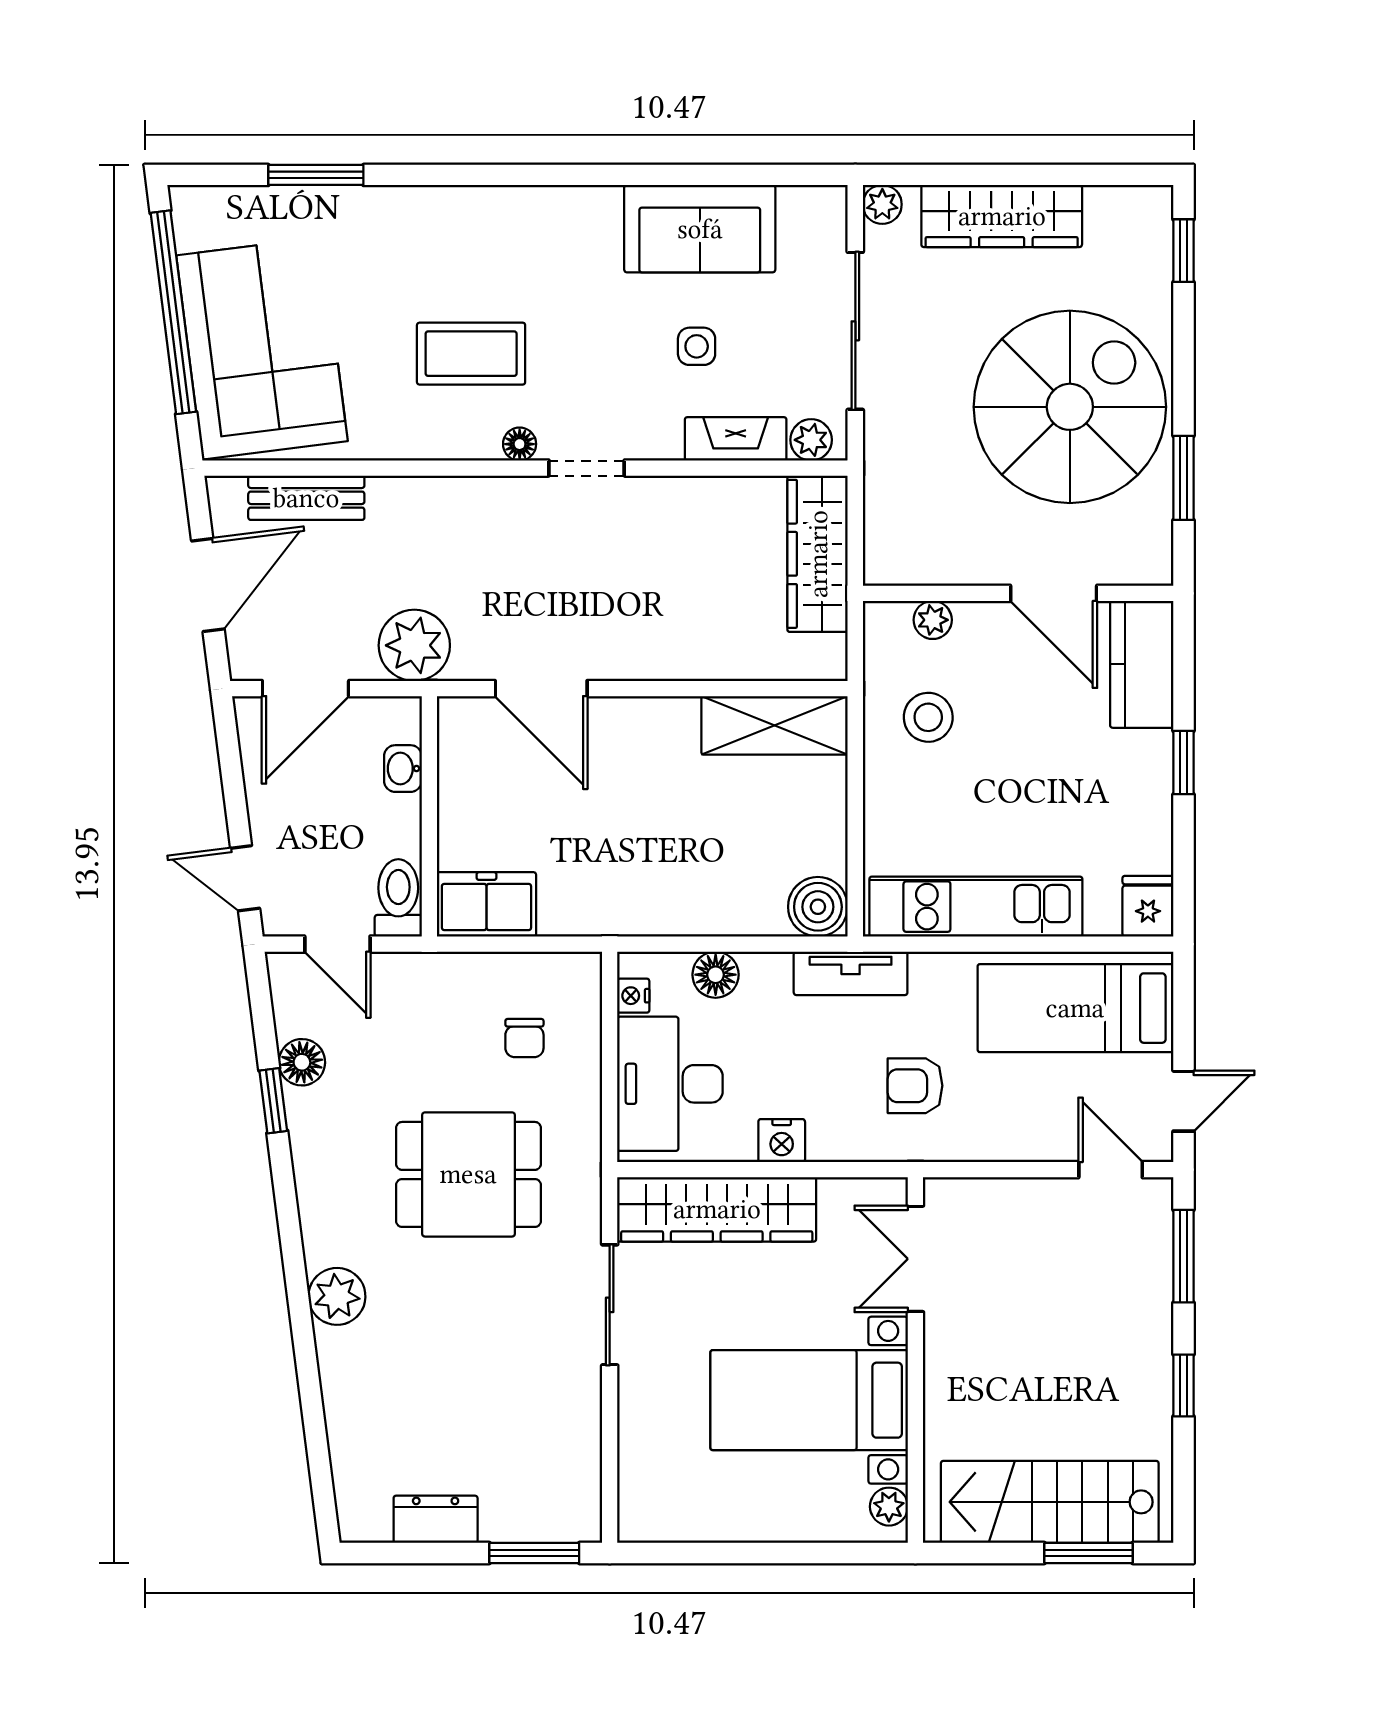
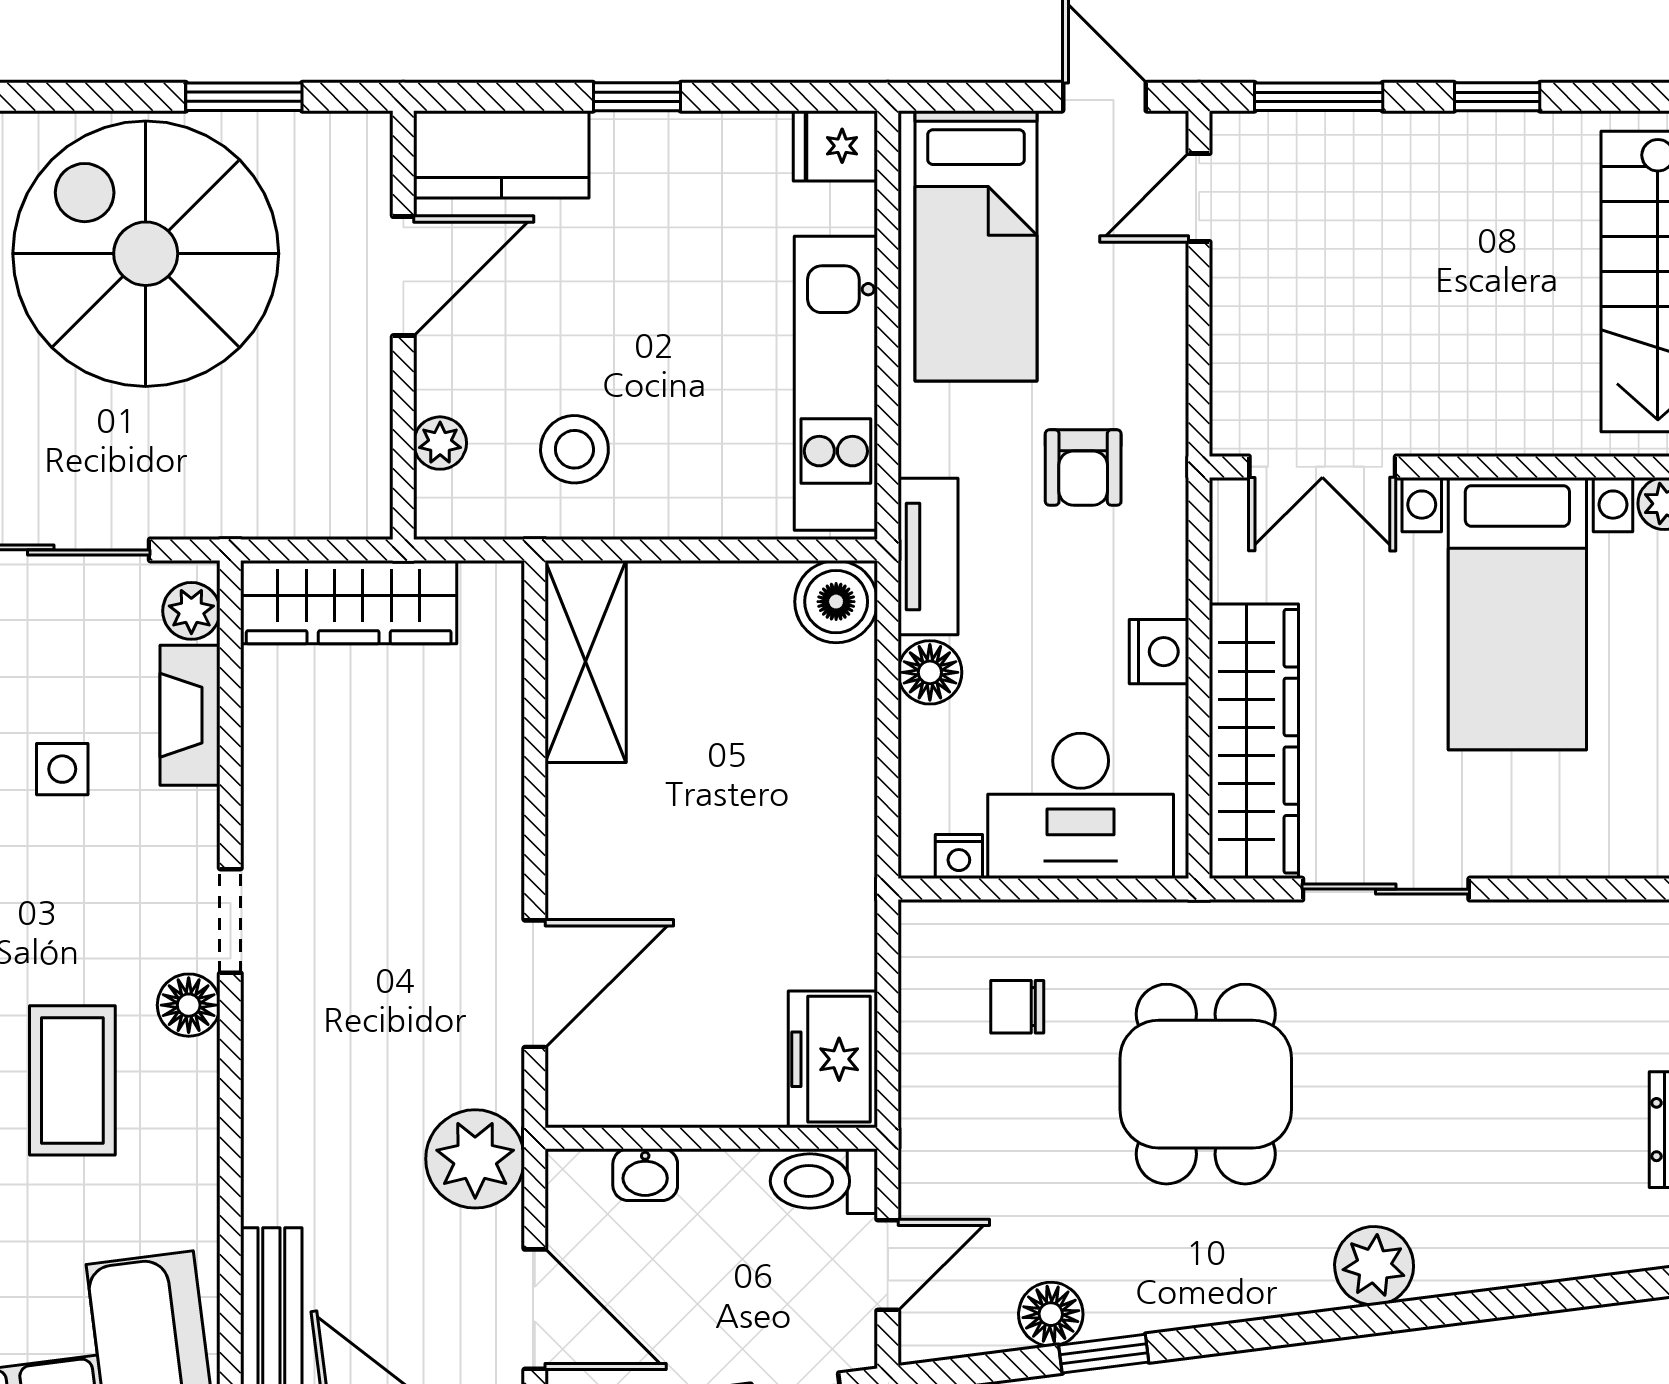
floor lamp: (520, 444) -> (189, 1005), width x1.37, depth x1.37
floor lamp: (716, 975) -> (930, 672), moved
chair: (524, 1038) -> (1017, 1007), turned 180

